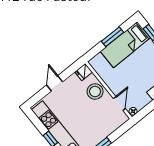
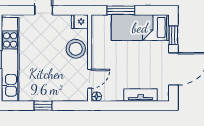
window: (112, 37) -> (121, 10), moved

